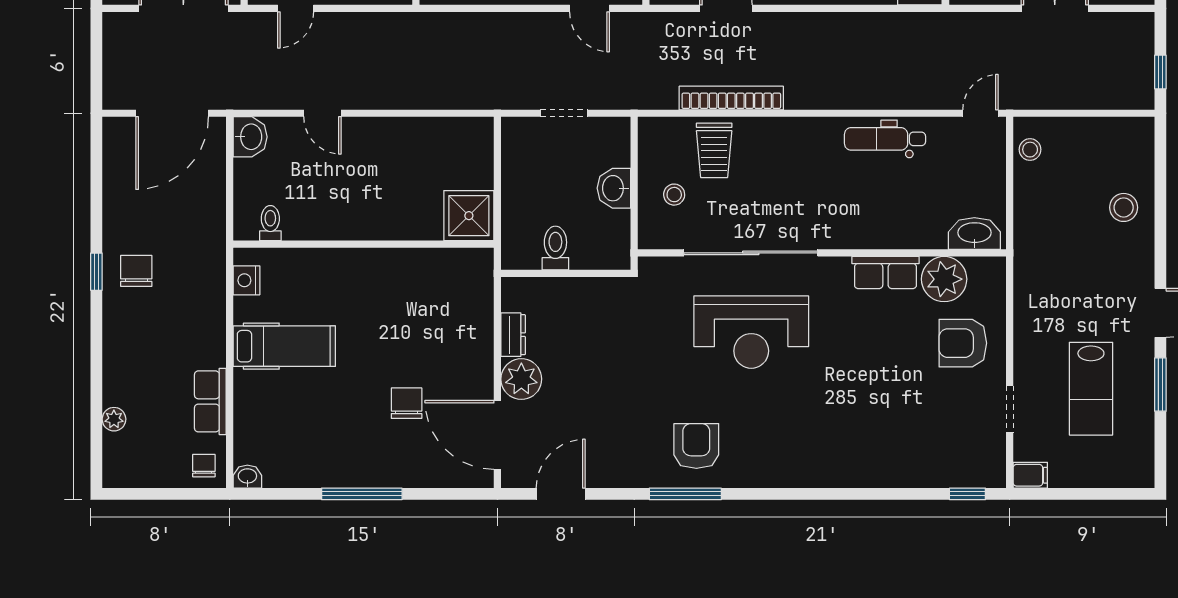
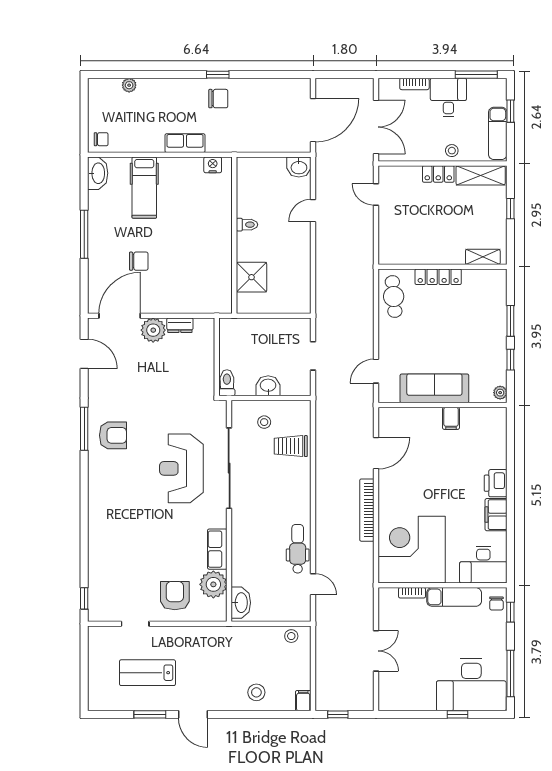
bookcase: (731, 98) -> (367, 510), moved, turned 180
door: (172, 113) -> (313, 120), swing flipped
door: (981, 113) -> (313, 584), moved
shower: (469, 216) -> (251, 277), moved
toilet: (270, 223) -> (247, 225), moved
toilet: (555, 248) -> (227, 383), moved, turned -90
hospital bed: (284, 346) -> (144, 188), moved
row of seats: (210, 401) -> (185, 143), moved
filing cabinet: (1030, 475) -> (303, 701), moved, turned 180
washbasin: (247, 477) -> (98, 173), width x1.91, depth x1.45

